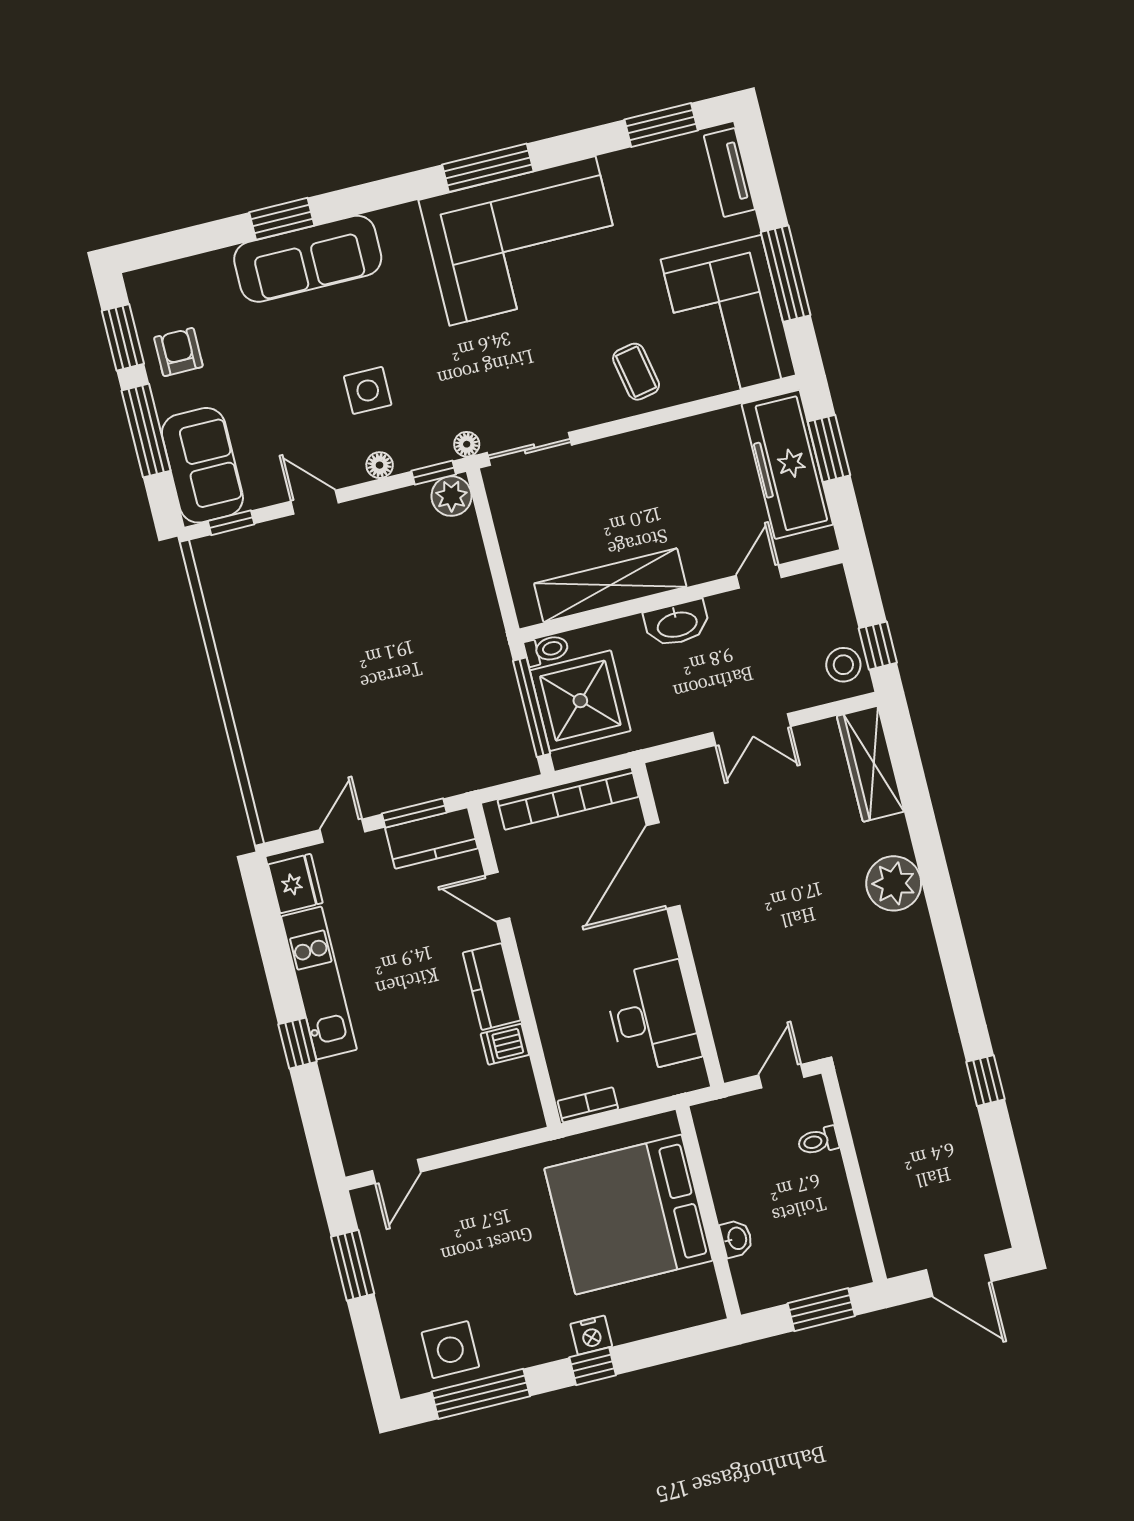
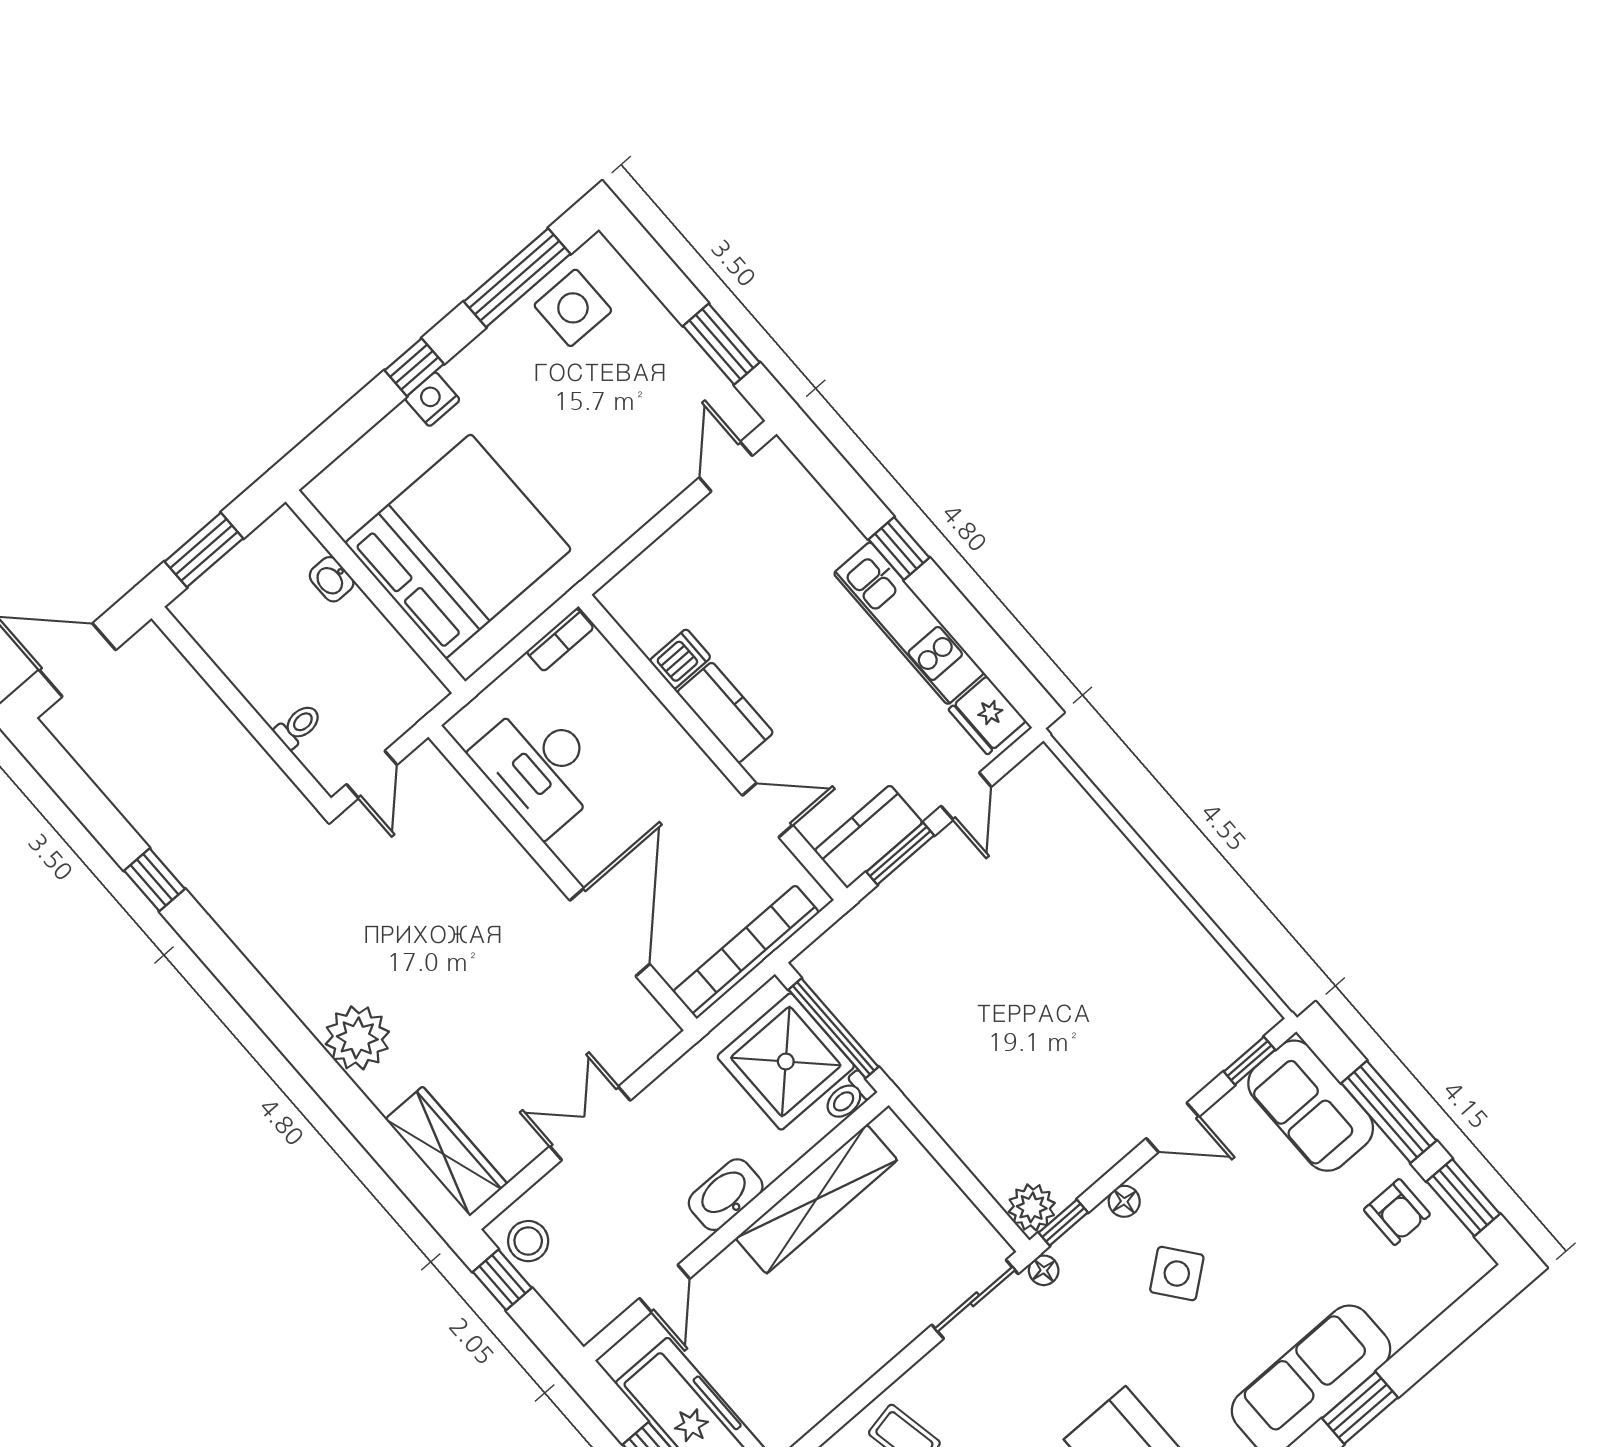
side table: (368, 390) -> (1177, 1274), turned -38

